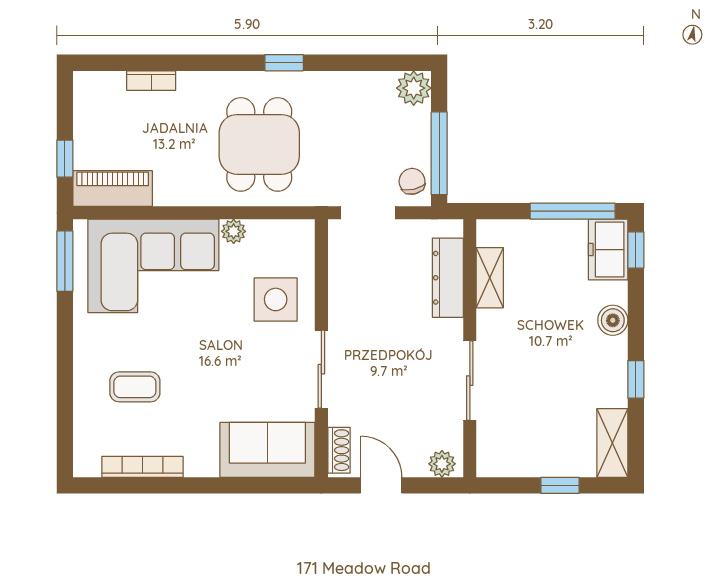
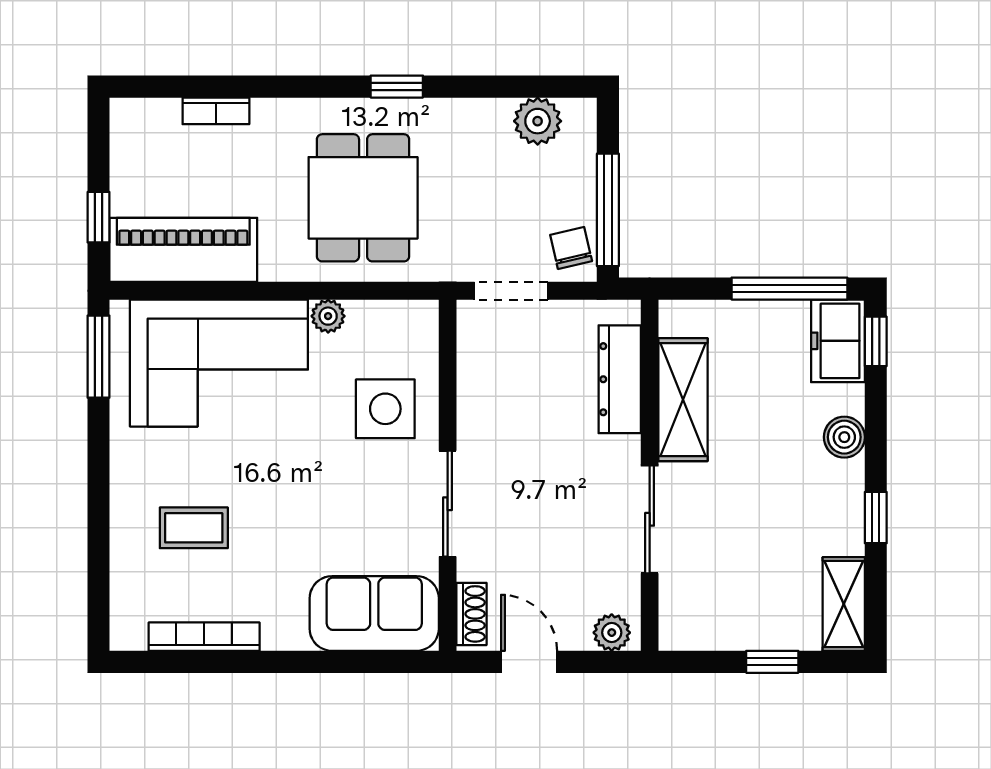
plant: (414, 88) -> (538, 121), moved
piano: (113, 189) -> (183, 250), width x1.37, depth x1.33
shelving: (490, 278) -> (683, 400), width x1.50, depth x1.33

